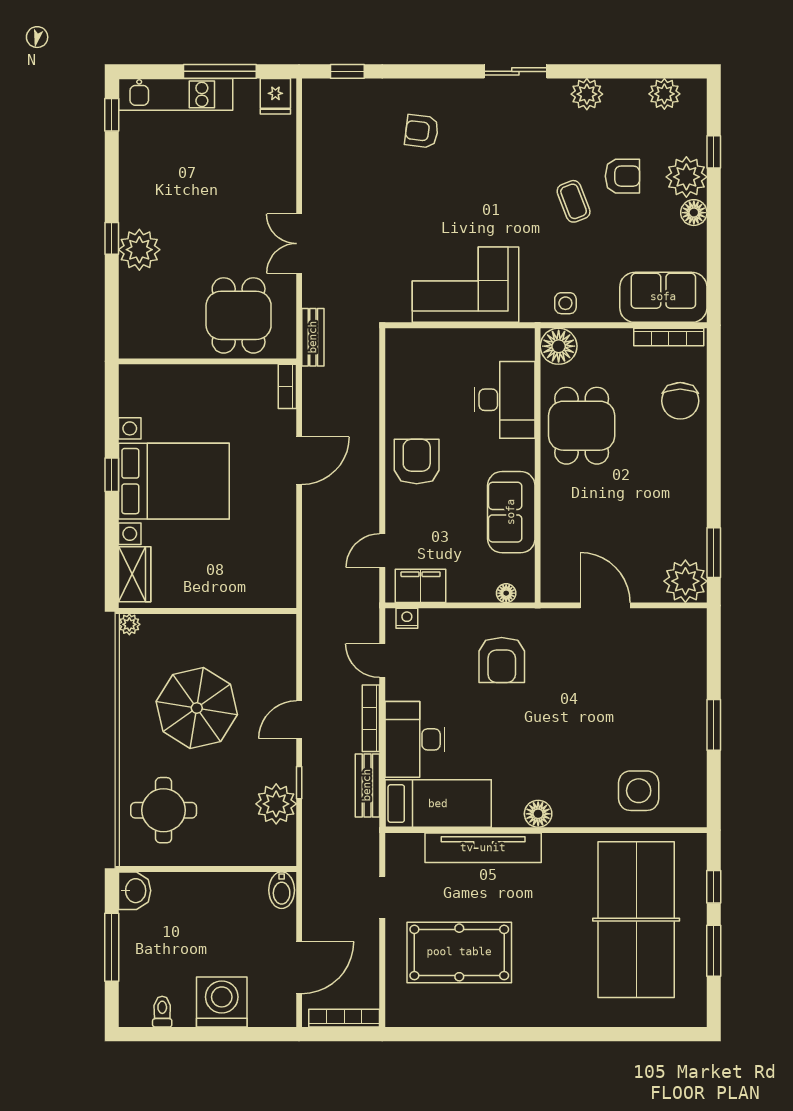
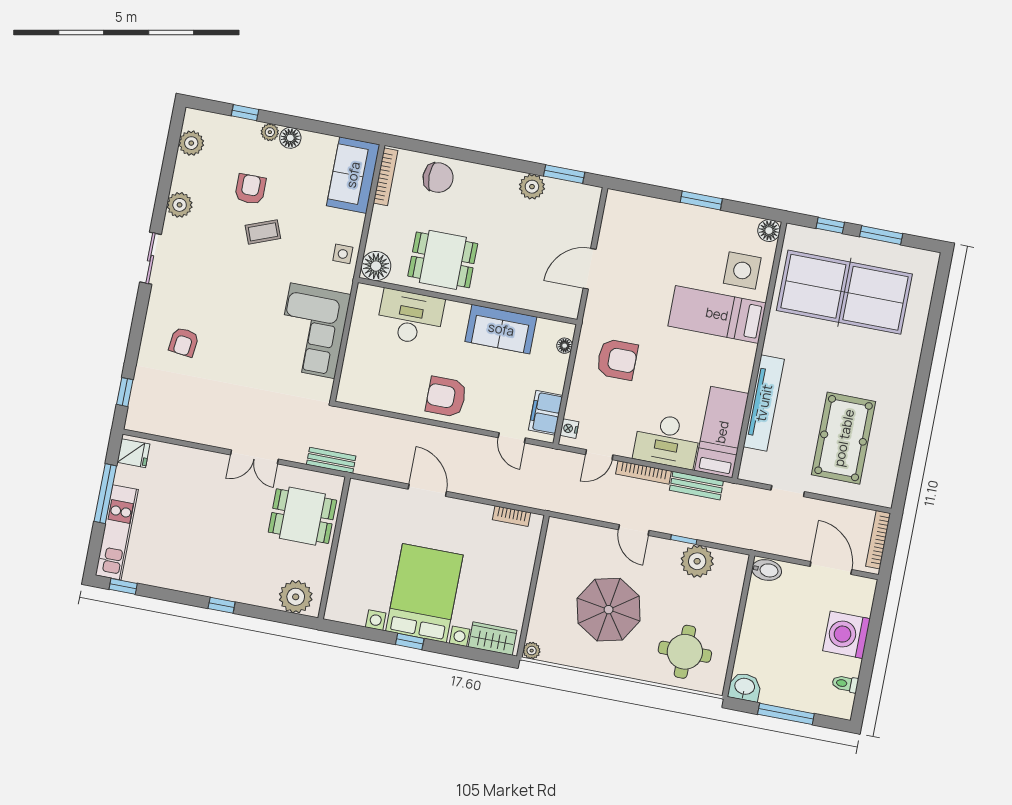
plant: (686, 177) -> (270, 132), width x0.53, depth x0.53
plant: (139, 250) -> (296, 597), moved
bookcase: (287, 386) -> (511, 516), moved
plant: (685, 581) -> (532, 187), moved, width x0.73, depth x0.73
bed: (580, 771) -> (717, 314), added
floor lamp: (538, 814) -> (769, 231), moved

